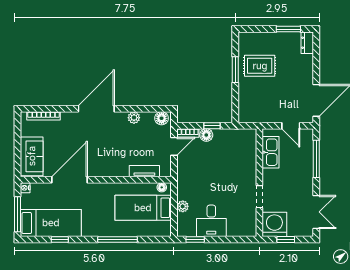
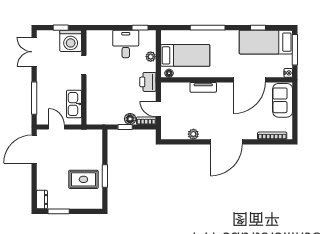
floor lamp: (162, 118) -> (169, 134), removed
door: (174, 146) -> (158, 109), hinge flipped
tv unit: (144, 171) -> (203, 87), moved
printer: (186, 177) -> (148, 82), added

